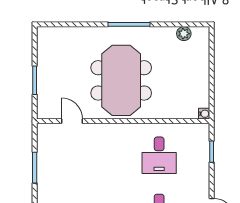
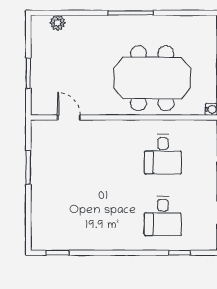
plant: (184, 34) -> (58, 23), moved
meeting table: (121, 80) -> (152, 78), moved, turned 90

